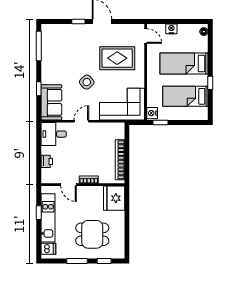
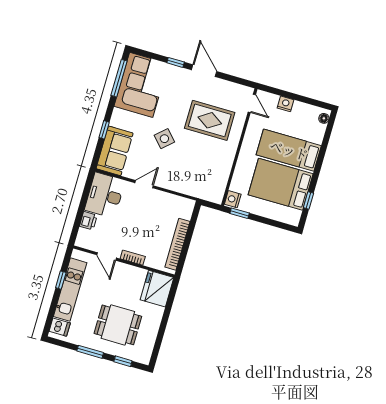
window: (210, 83) -> (308, 200), moved
bed: (185, 96) -> (281, 184), width x1.50
corner sofa: (122, 104) -> (141, 85), moved, turned 90
desk: (54, 134) -> (105, 195), width x1.37

